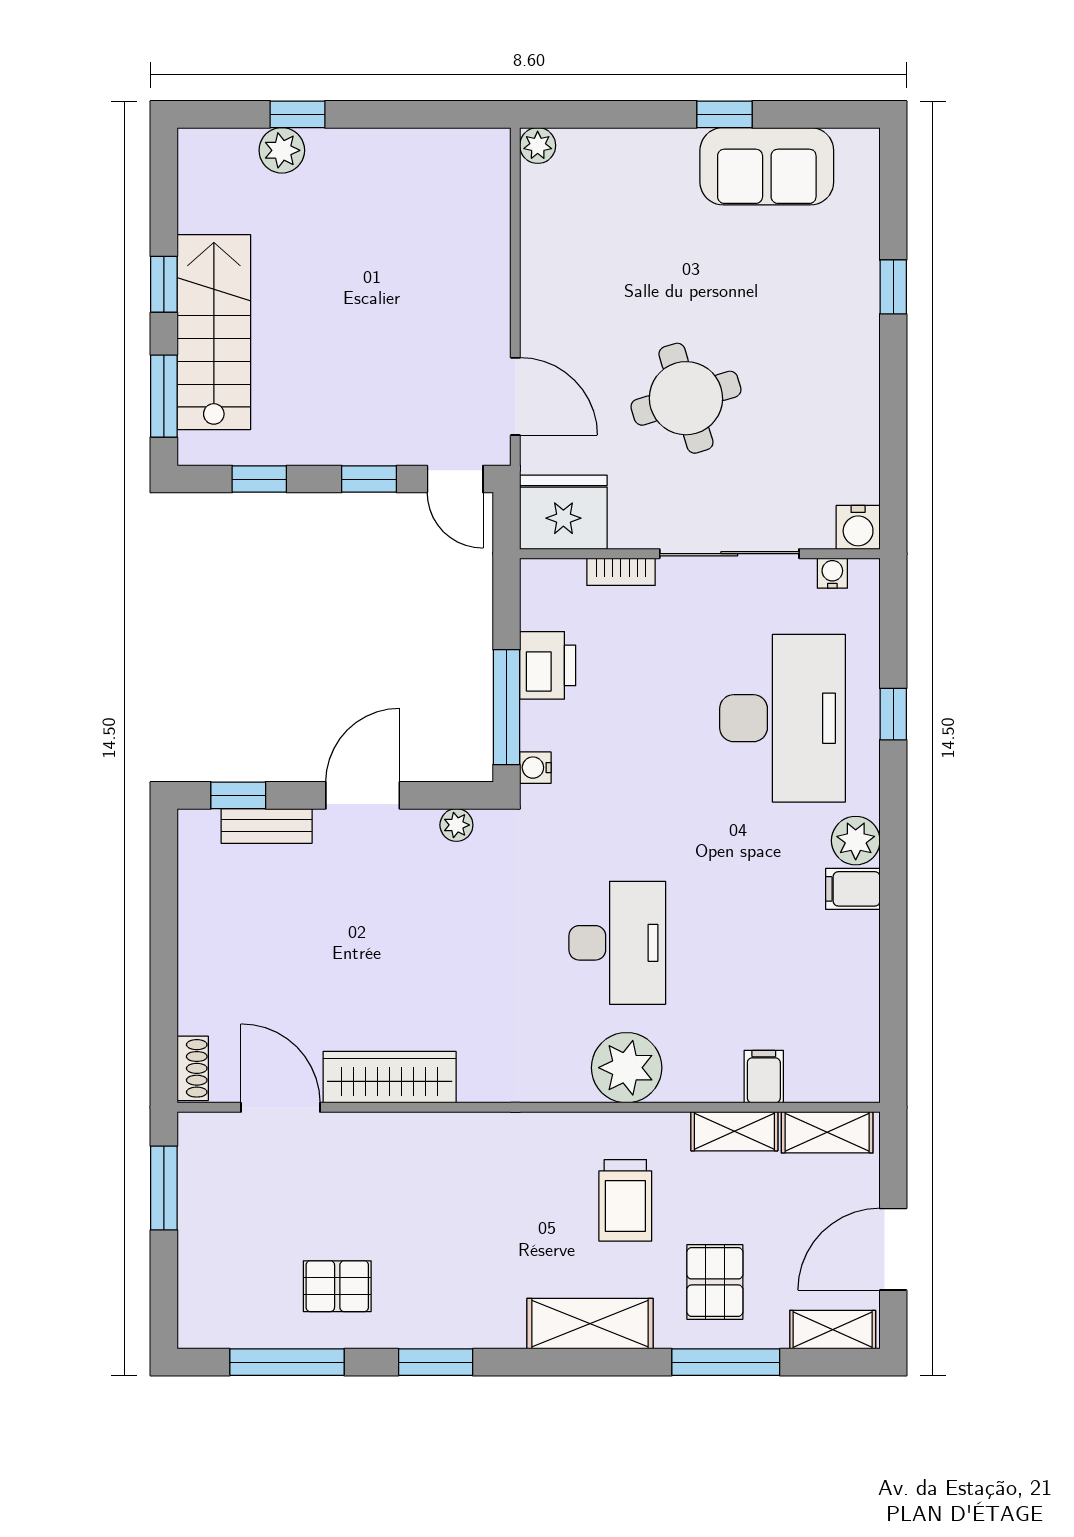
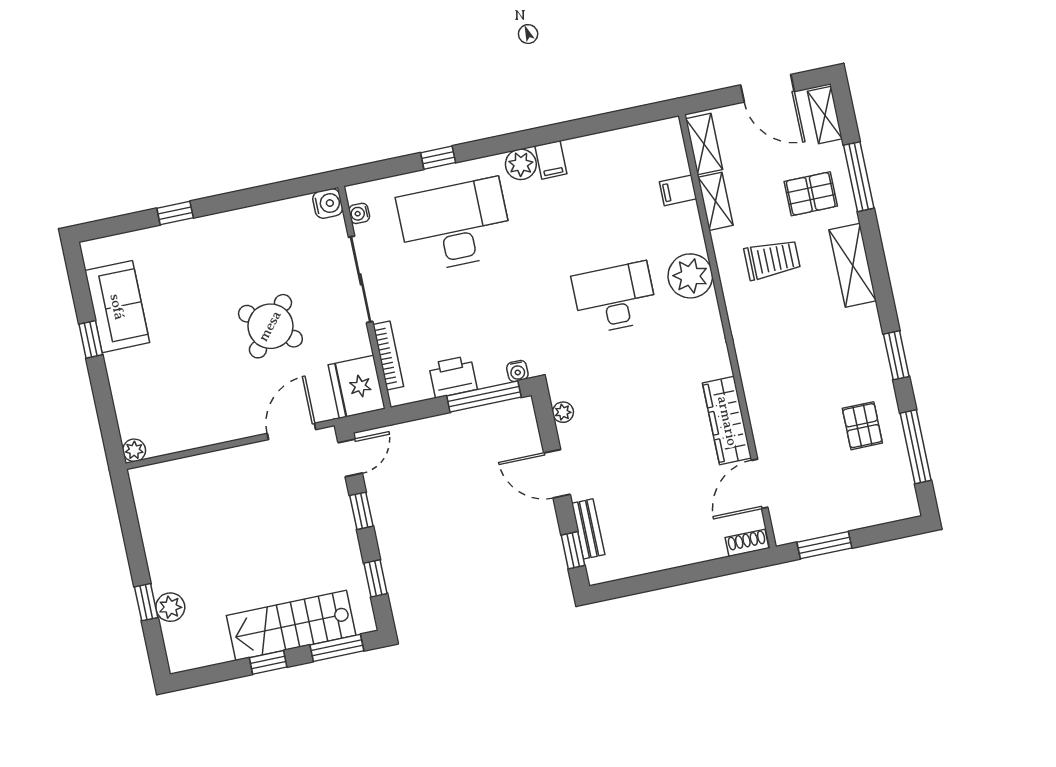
round table: (686, 398) -> (270, 326), turned -33
bookcase: (621, 572) -> (388, 356), width x1.56

